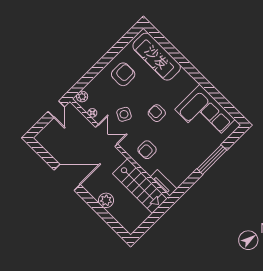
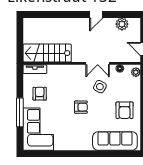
corner sofa: (205, 114) -> (38, 129), moved, turned 90
armchair: (147, 150) -> (40, 94), moved
door: (67, 177) -> (96, 15), width x0.53
plant: (106, 200) -> (122, 24), moved

